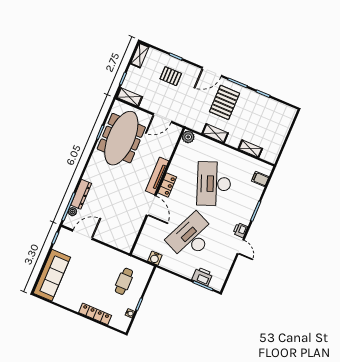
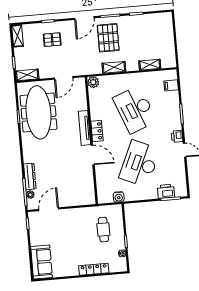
sofa: (52, 275) -> (42, 262), width x0.73

